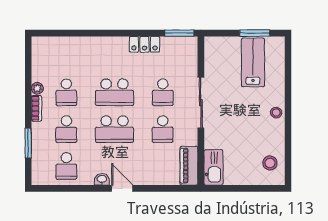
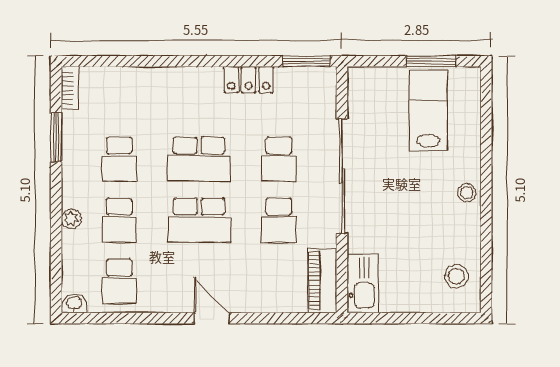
plant: (37, 88) -> (71, 219), moved
sliding door: (201, 103) -> (342, 176), width x1.36
bookcase: (37, 108) -> (70, 88), moved
window: (28, 143) -> (56, 137), moved
washbasin: (102, 179) -> (74, 303), moved

